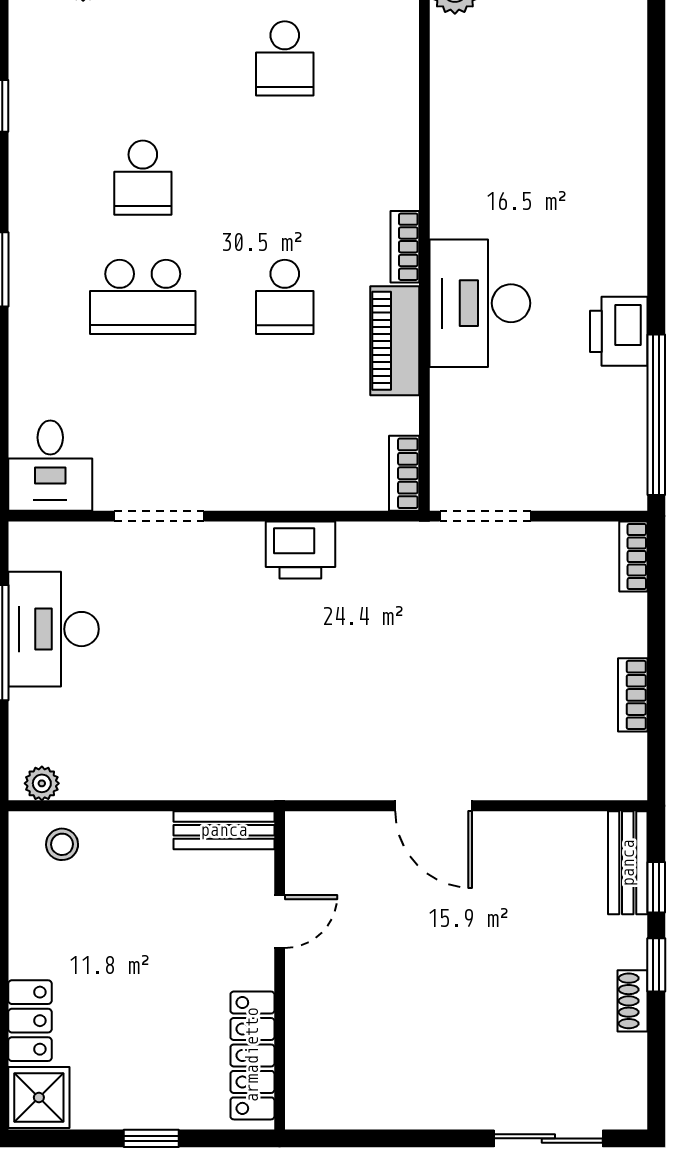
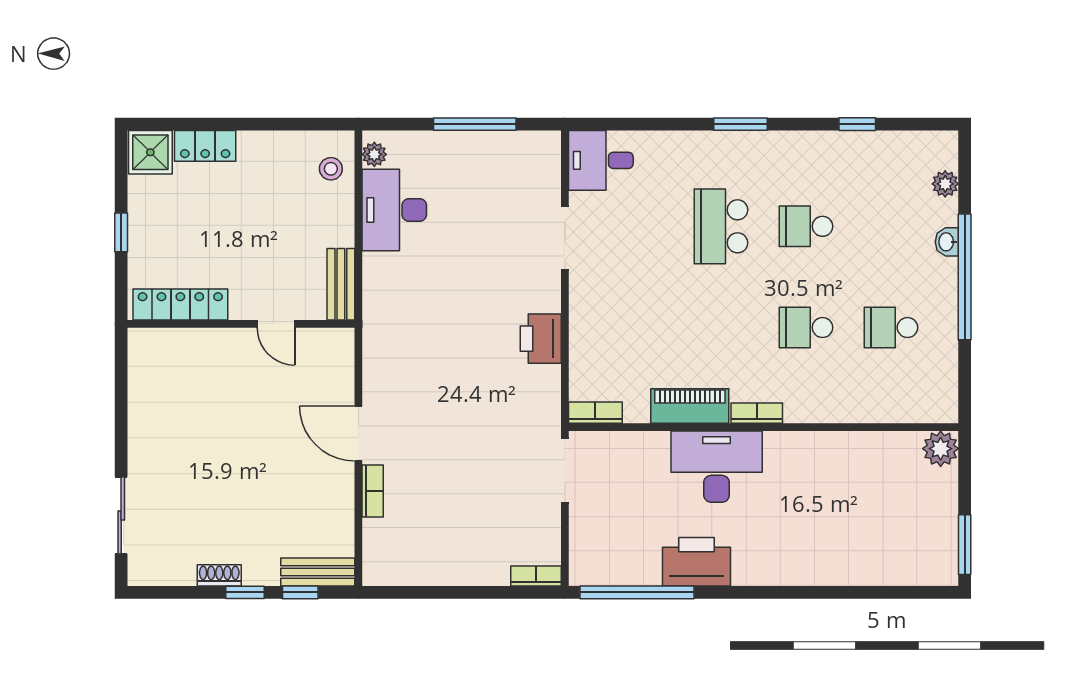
school desk: (285, 297) -> (806, 328), moved
printer: (619, 331) -> (696, 562), width x1.37, depth x1.19
desk: (54, 629) -> (394, 210), moved, turned -90
bookcase: (633, 695) -> (373, 491), moved, turned 90
door: (434, 806) -> (358, 434), hinge flipped

